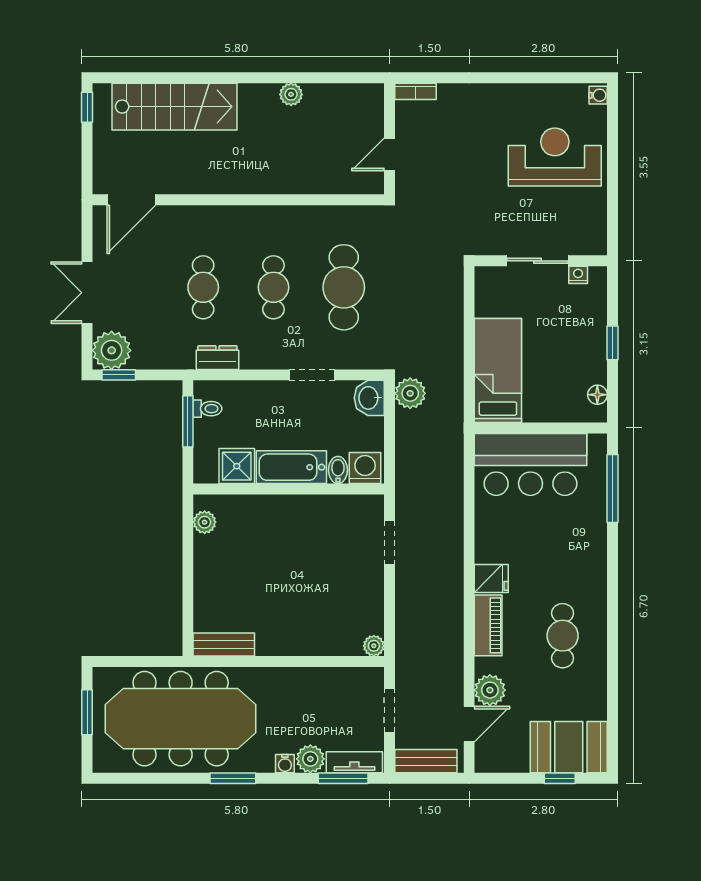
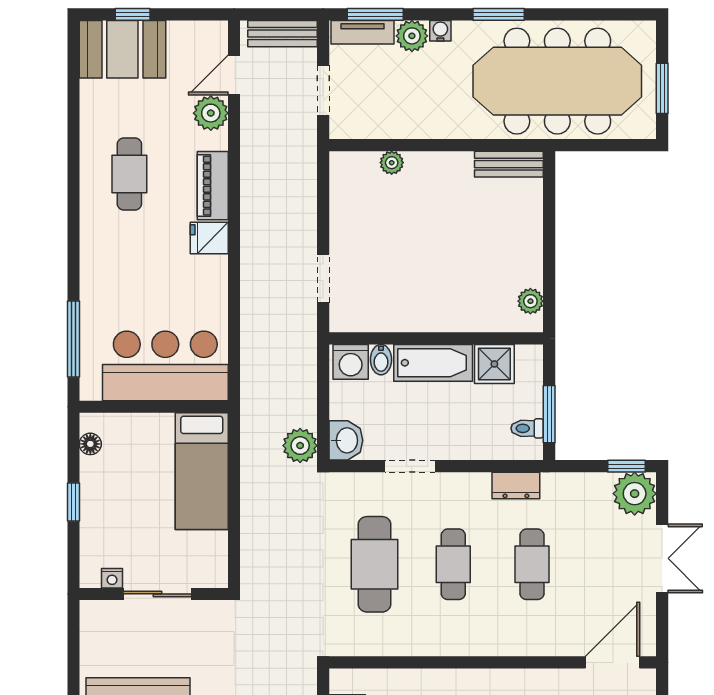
plant: (374, 646) -> (392, 163), moved

